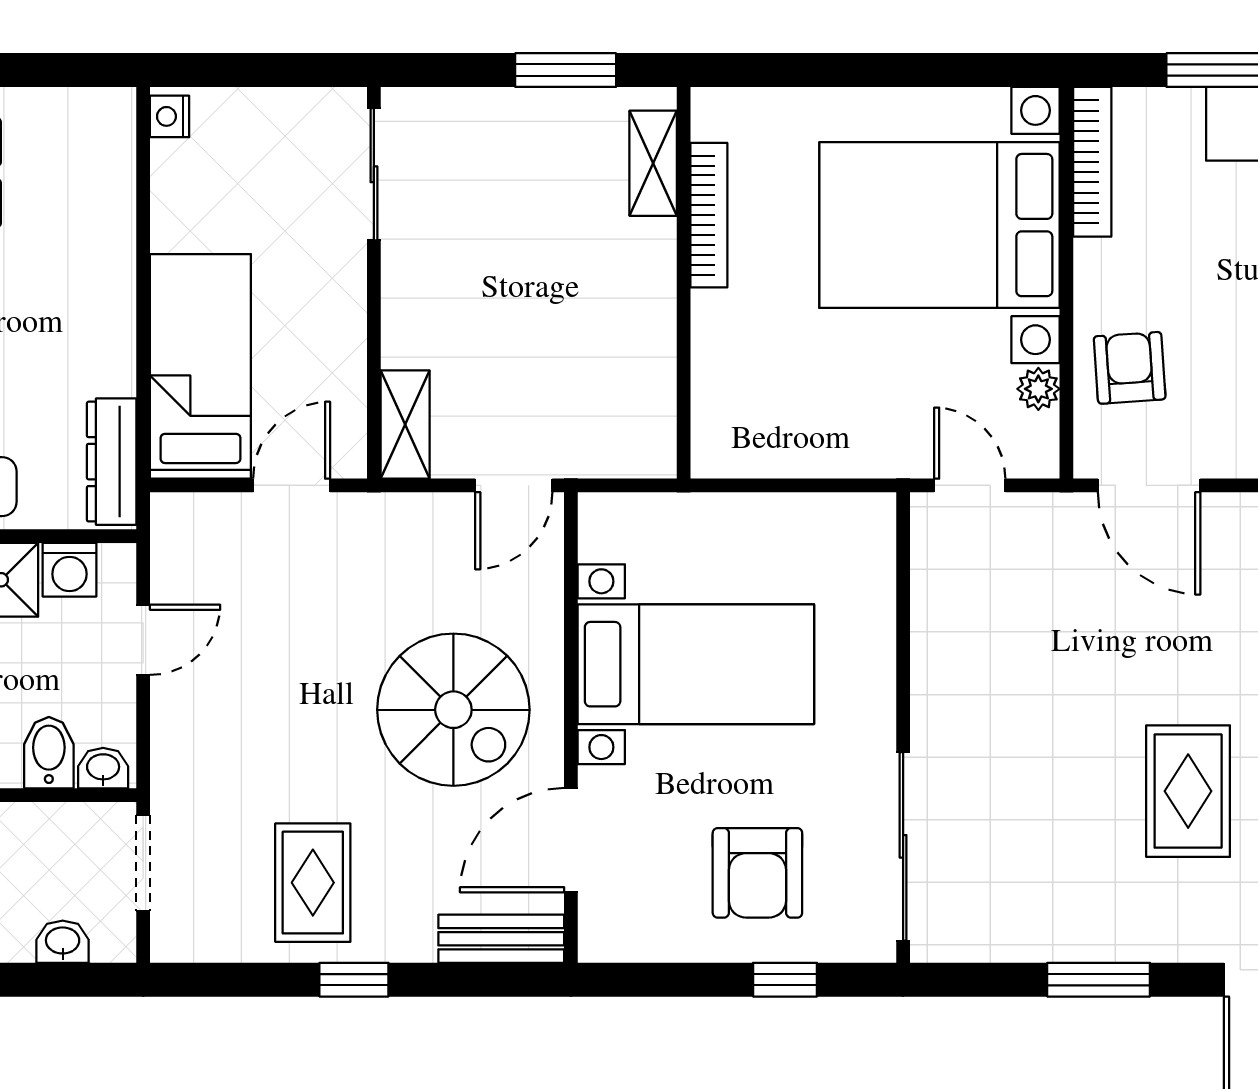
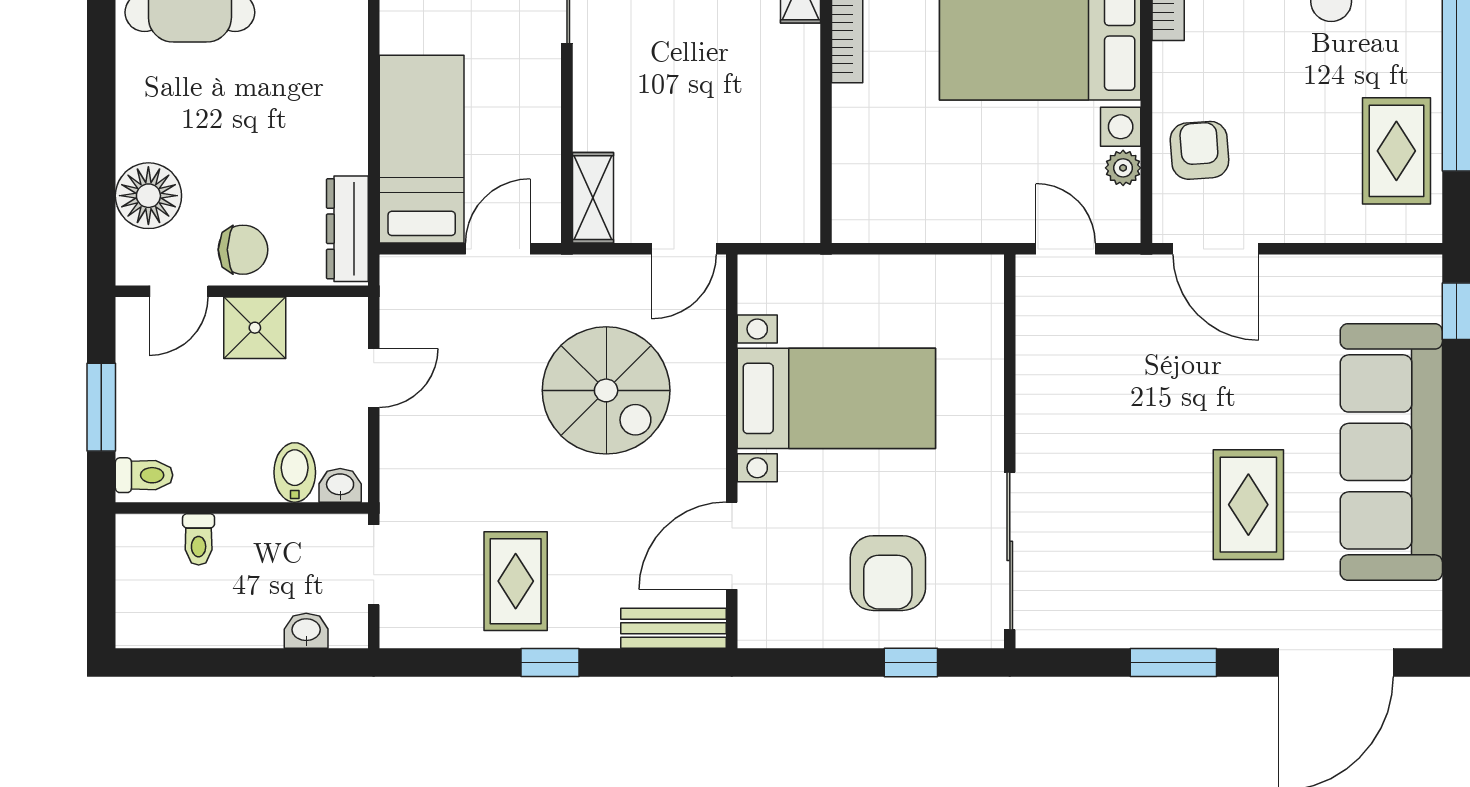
washing machine: (69, 570) -> (312, 319), removed
spiral stairs: (453, 710) -> (606, 390), moved

